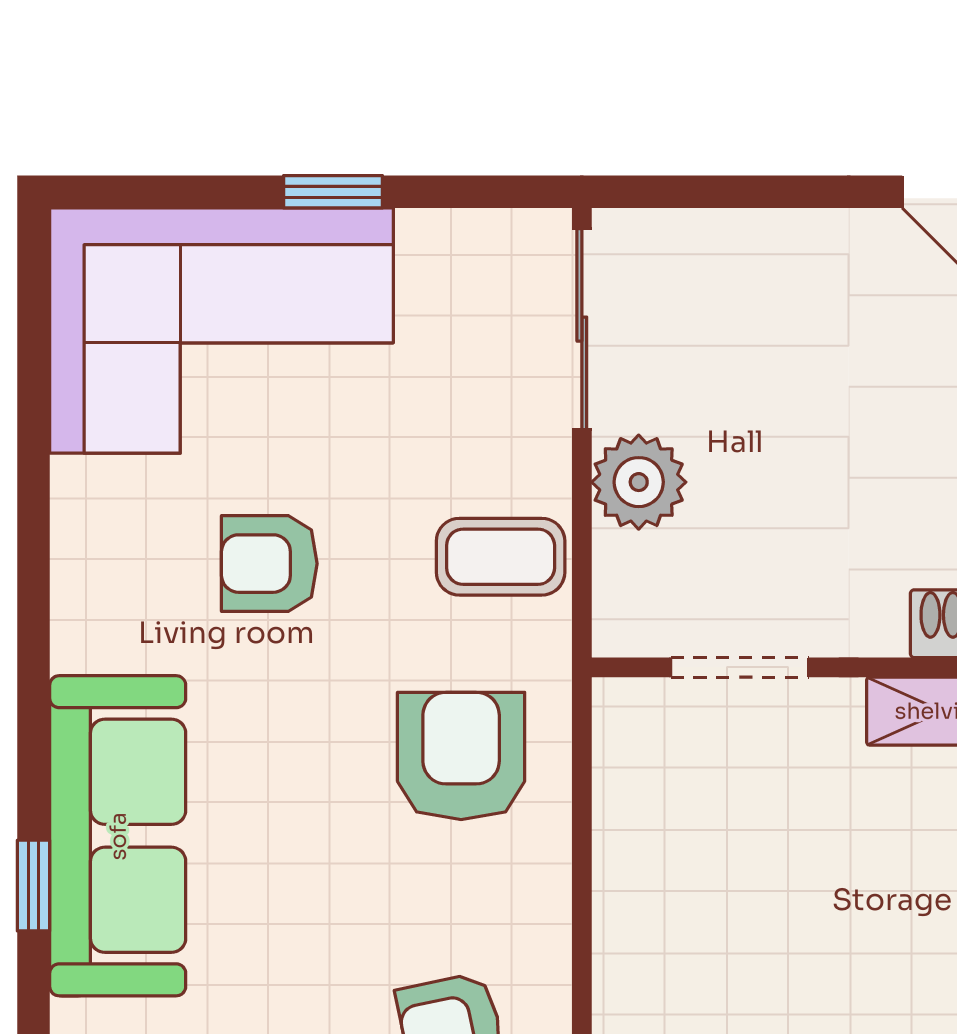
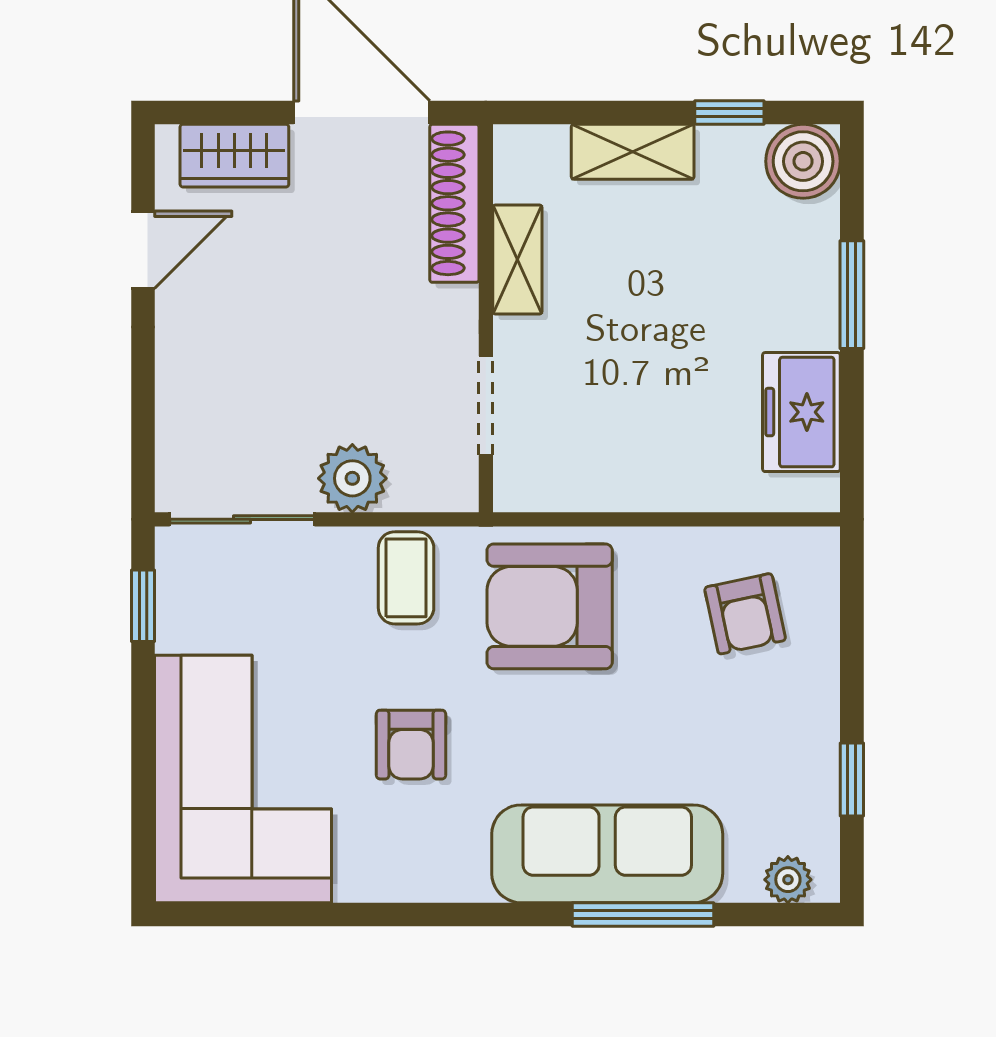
window: (333, 192) -> (143, 606), moved
armchair: (461, 756) -> (550, 606), width x1.36, depth x1.36
window: (33, 886) -> (643, 915), width x2.17

